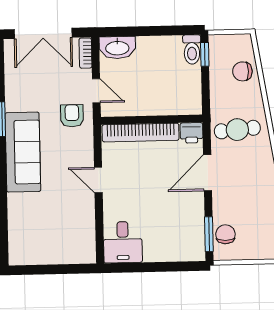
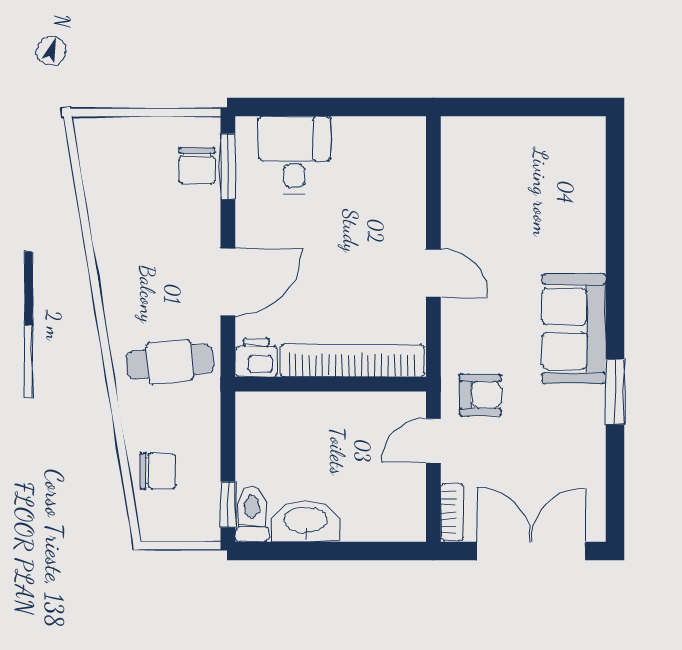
washbasin: (117, 48) -> (306, 521), moved
door: (96, 91) -> (433, 441), hinge flipped
armchair: (72, 116) -> (480, 395), turned -90
sofa: (23, 152) -> (574, 329), width x0.73
desk: (123, 242) -> (294, 155), moved

